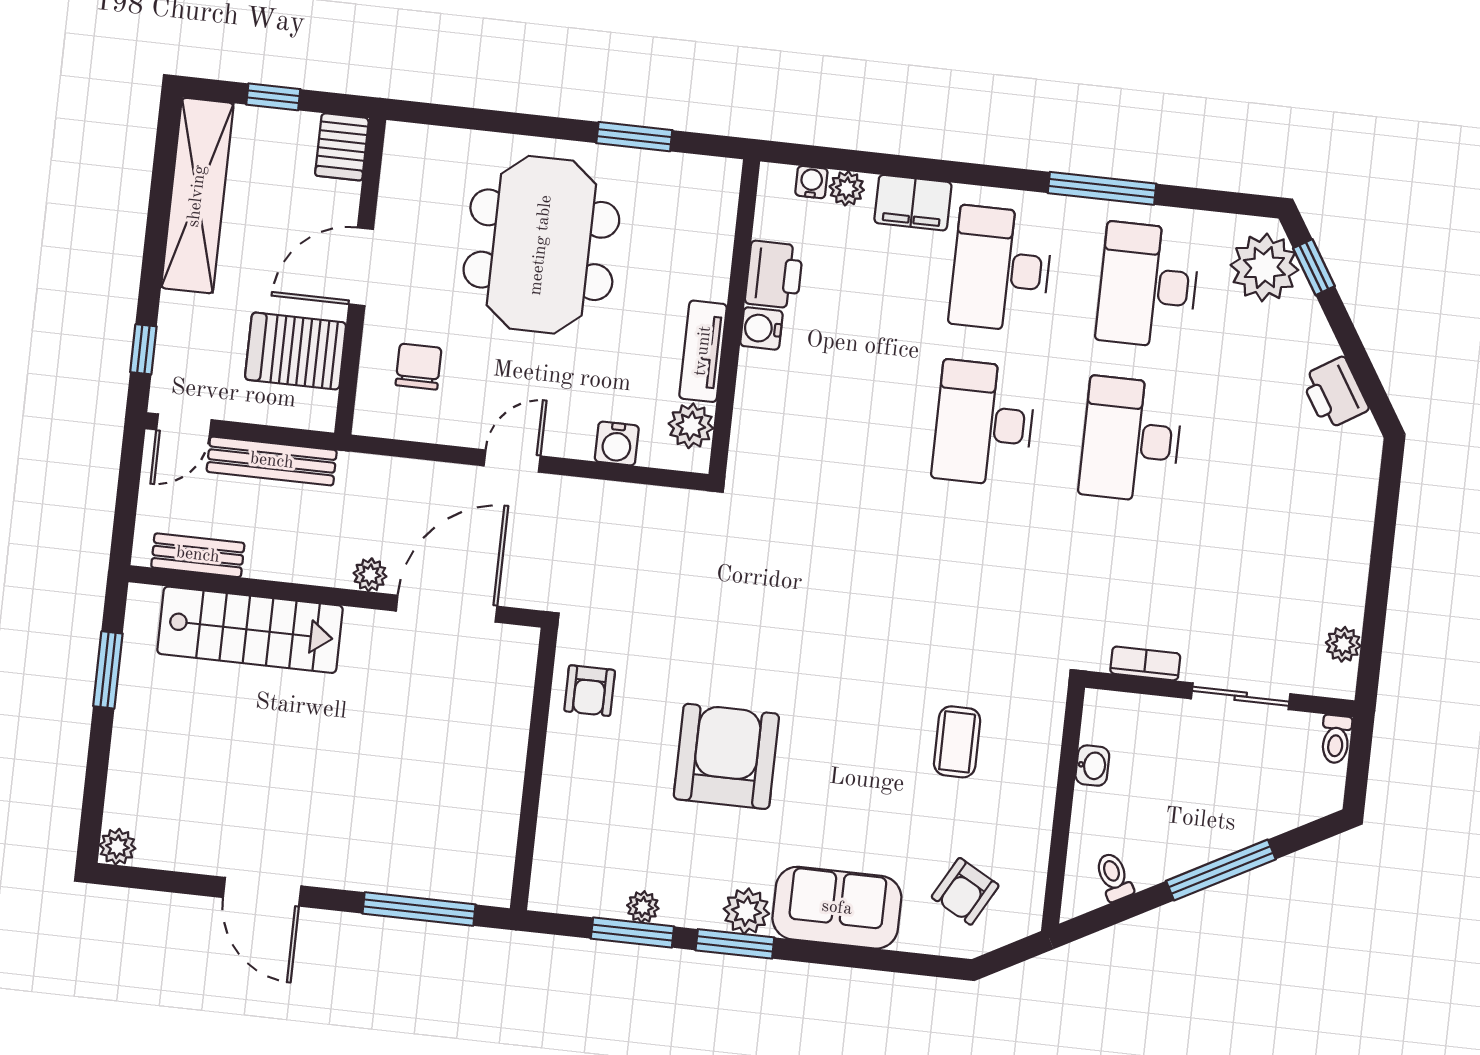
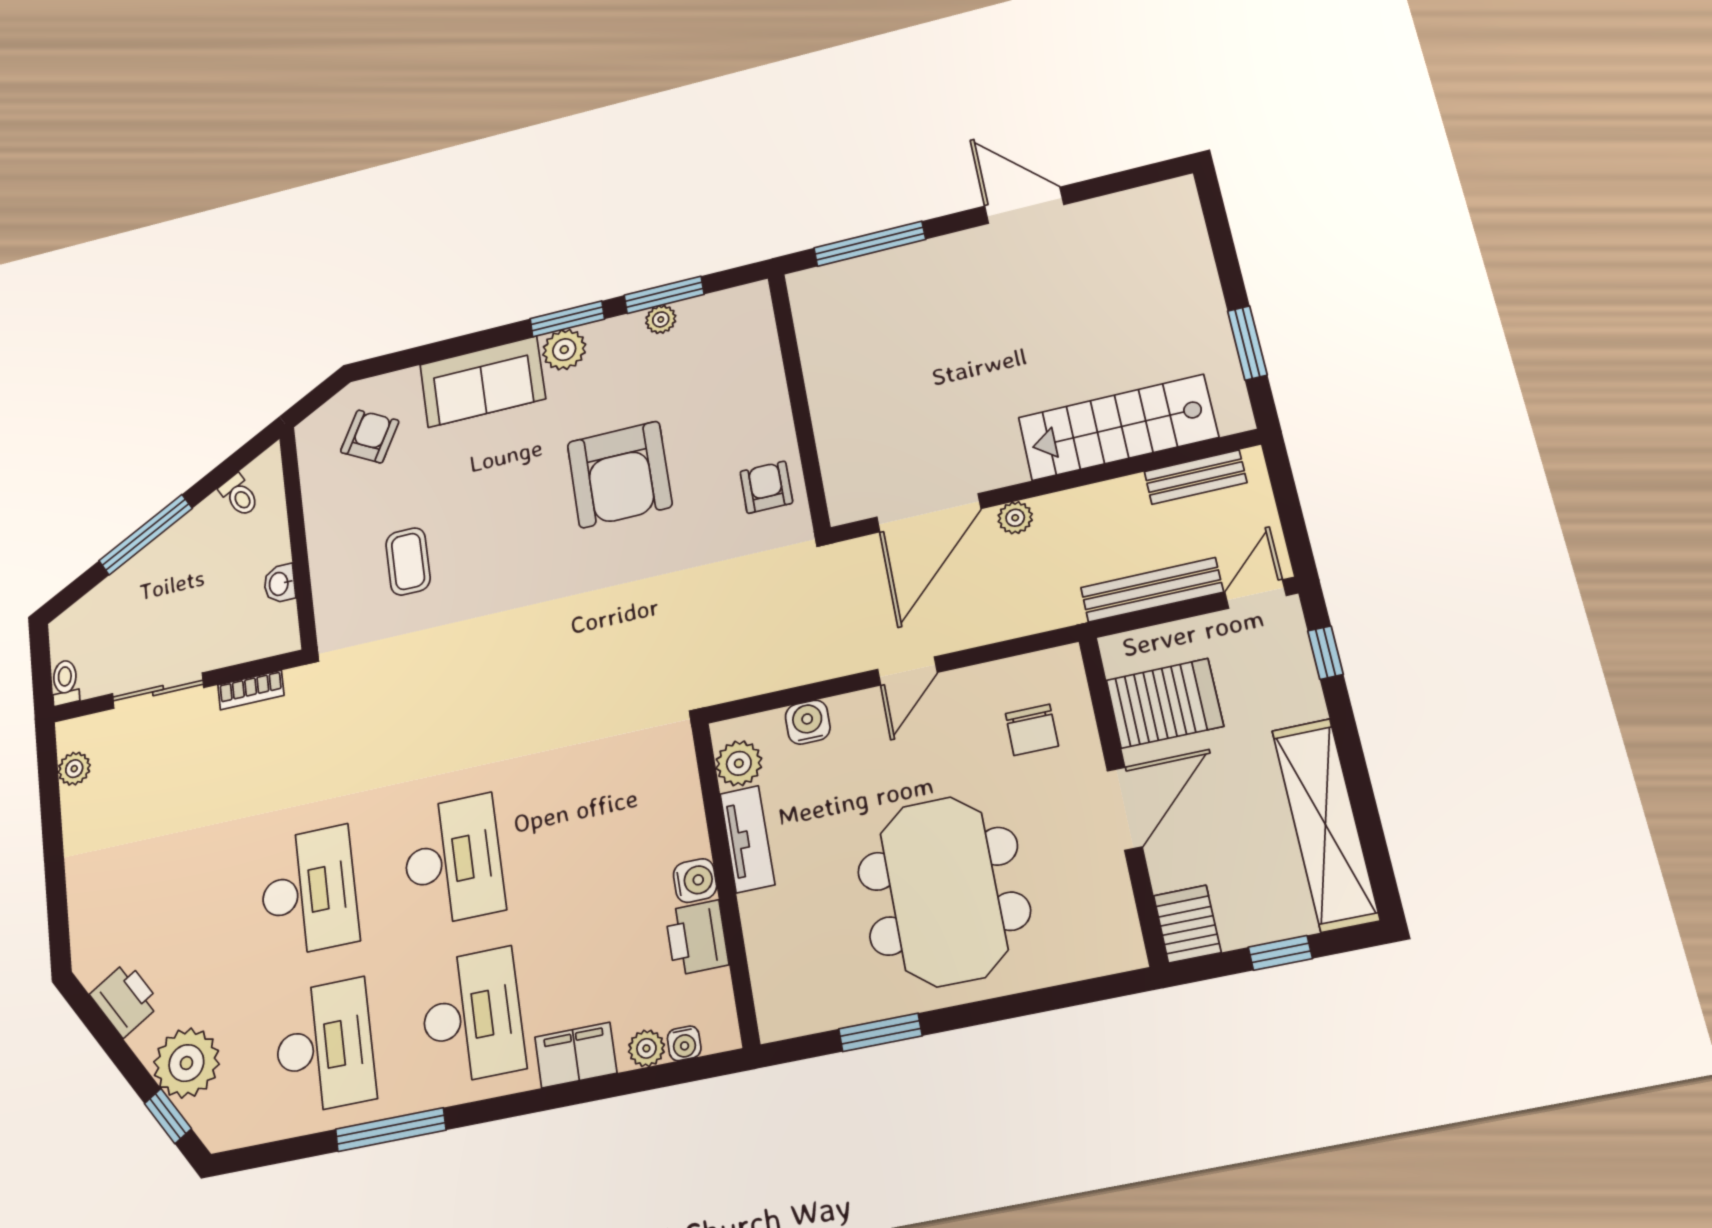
plant: (1264, 267) -> (186, 1063), moved
plant: (117, 847) -> (1179, 194), removed

